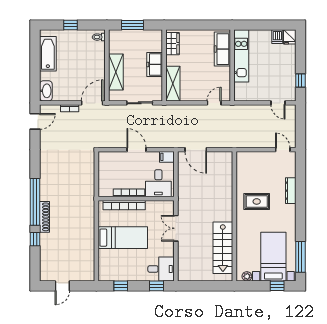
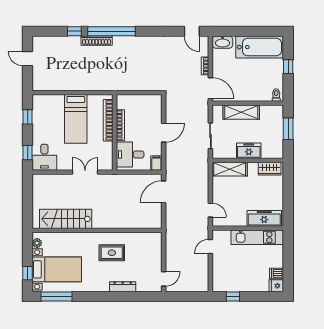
bathtub: (48, 54) -> (260, 47), width x1.36, depth x1.36
door: (278, 103) -> (210, 246), moved
rug: (257, 201) -> (112, 253), turned 90

